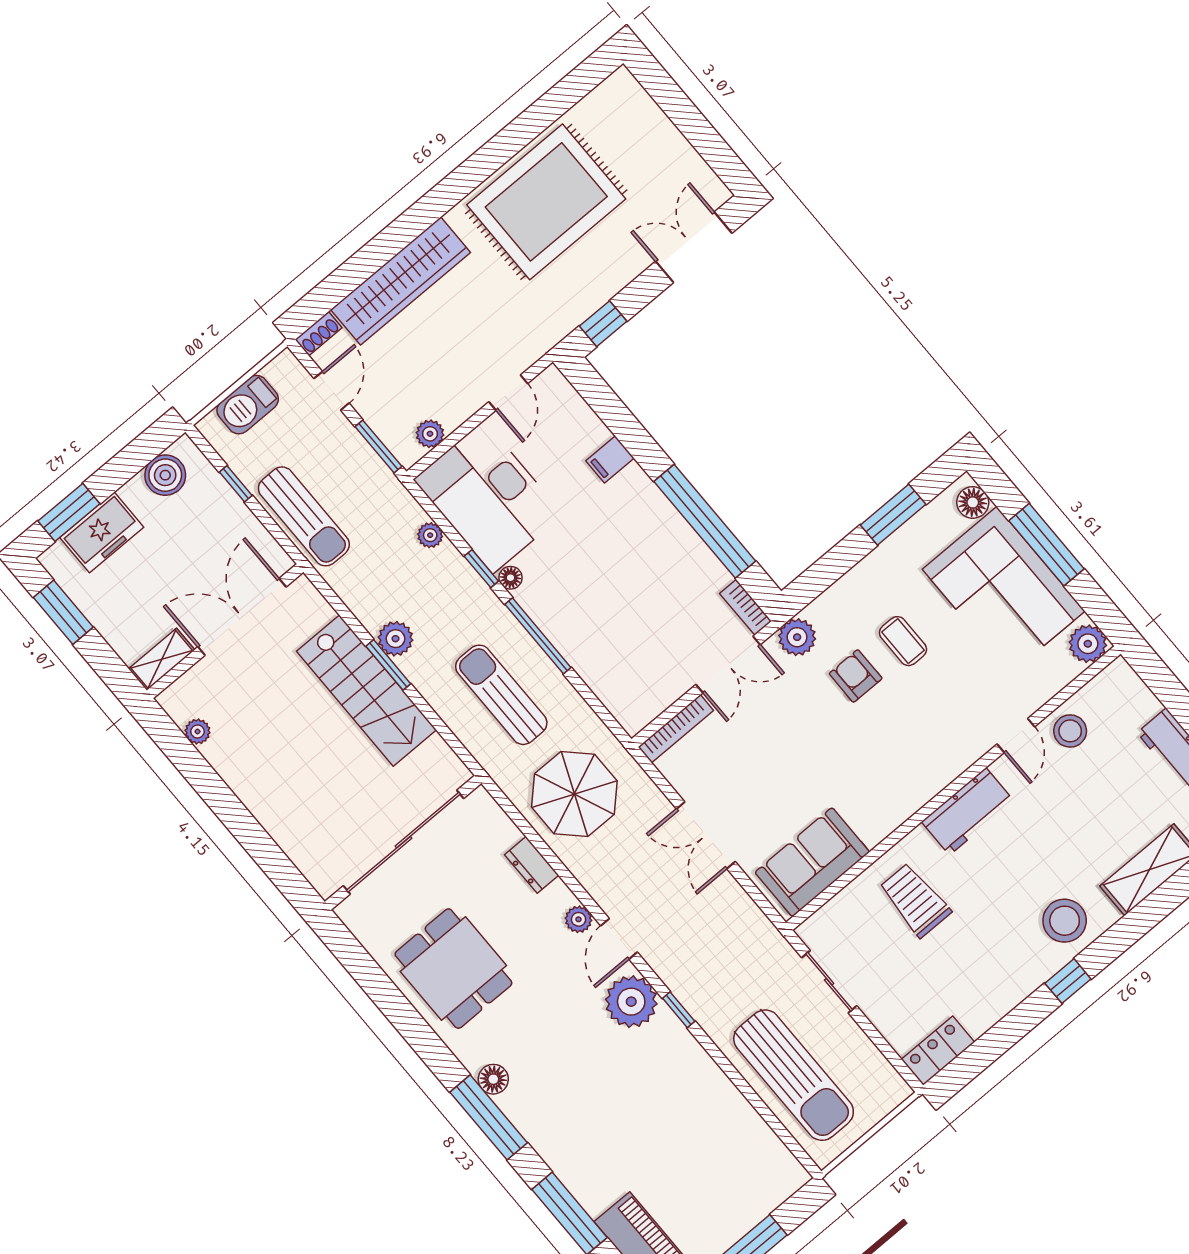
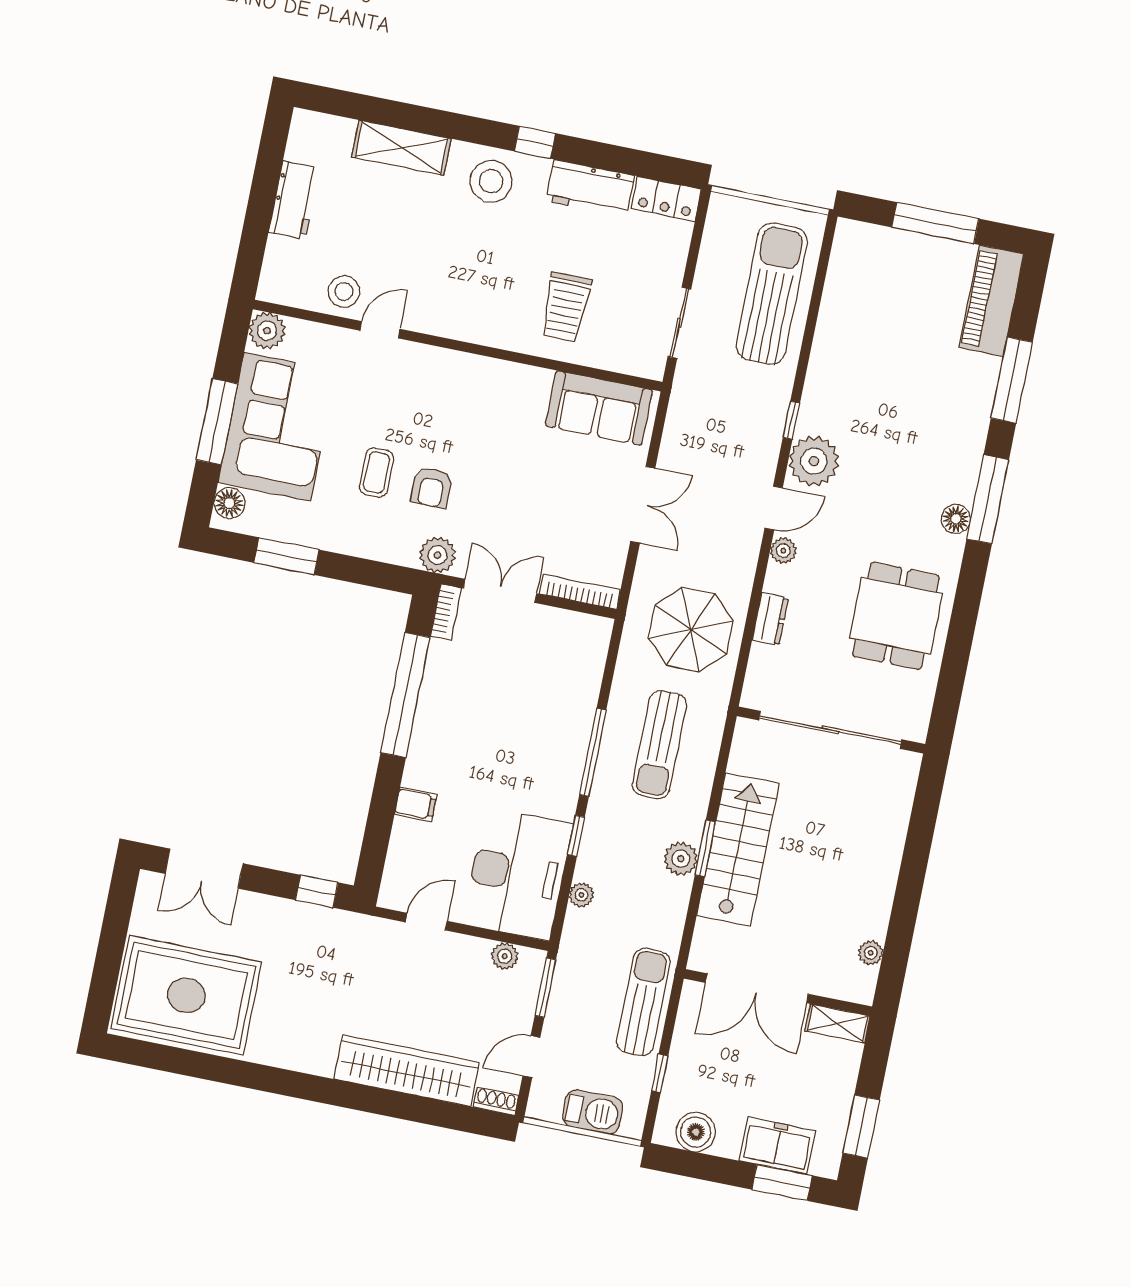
rug: (546, 202) -> (186, 995), moved
floor lamp: (510, 578) -> (565, 808), removed
workbench: (968, 811) -> (590, 188), moved, turned 180

